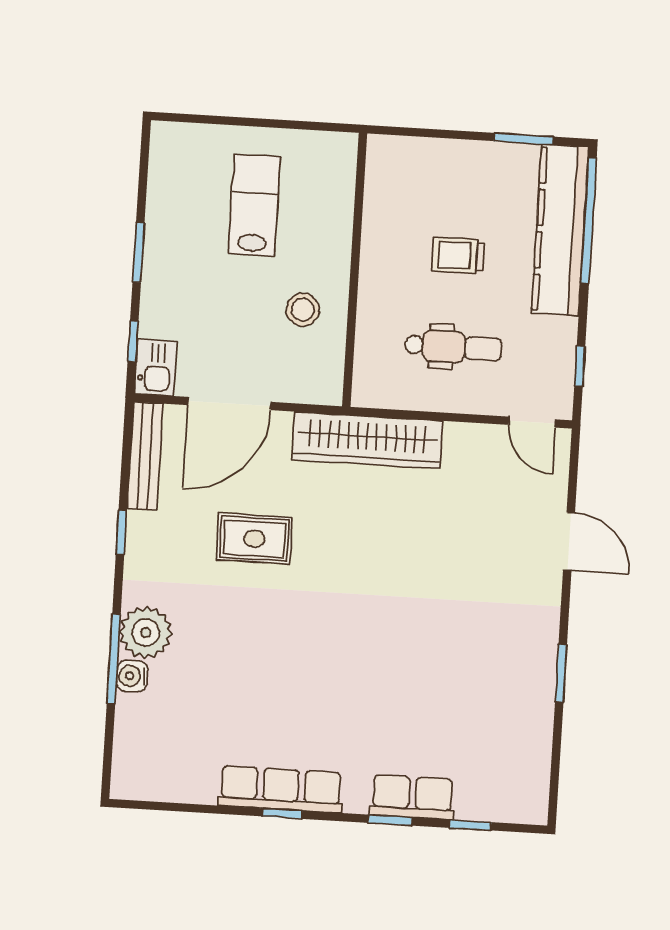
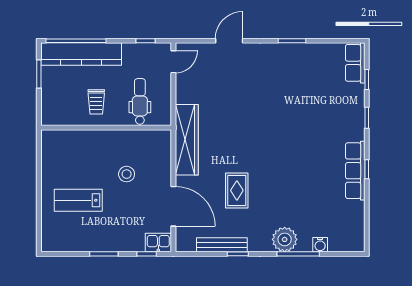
wall: (355, 270) -> (106, 128), moved
bench: (145, 456) -> (222, 245), moved
water cooler: (132, 676) -> (320, 245), moved
row of seats: (412, 797) -> (355, 63), moved

